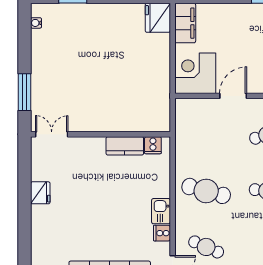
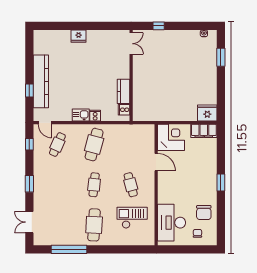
window: (25, 92) -> (159, 26), width x0.46
fridge: (40, 193) -> (79, 36), moved
cooker: (162, 233) -> (95, 116), moved

